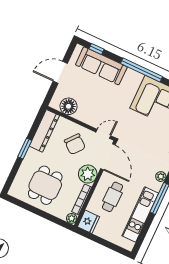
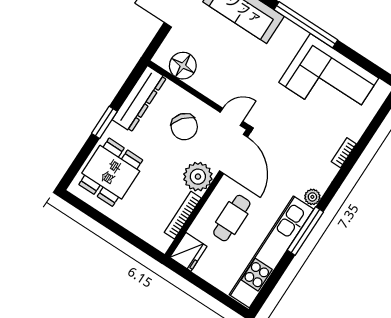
dining table: (45, 185) -> (111, 172), moved
kitchen unit: (140, 214) -> (271, 252), width x1.36
plant: (72, 218) -> (163, 243), removed

